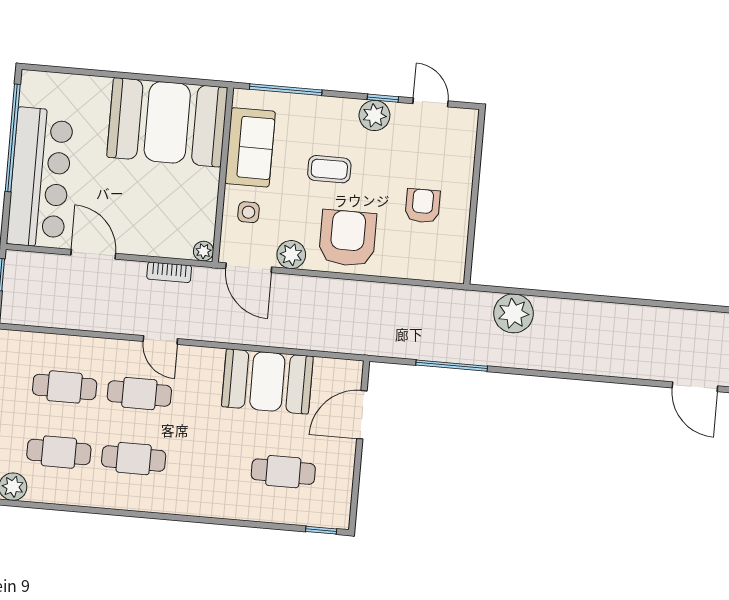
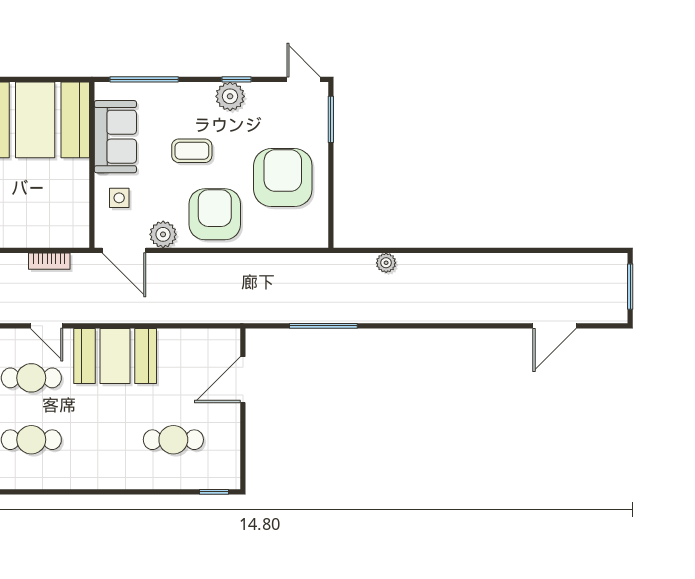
door: (431, 102) -> (304, 79), moved
window: (479, 149) -> (331, 119), added
armchair: (423, 206) -> (283, 178), width x1.88, depth x1.88
plant: (203, 251) -> (80, 238), removed
plant: (513, 313) -> (386, 263), width x0.53, depth x0.53
booth: (267, 381) -> (115, 356), moved
door: (695, 387) -> (554, 326), hinge flipped

